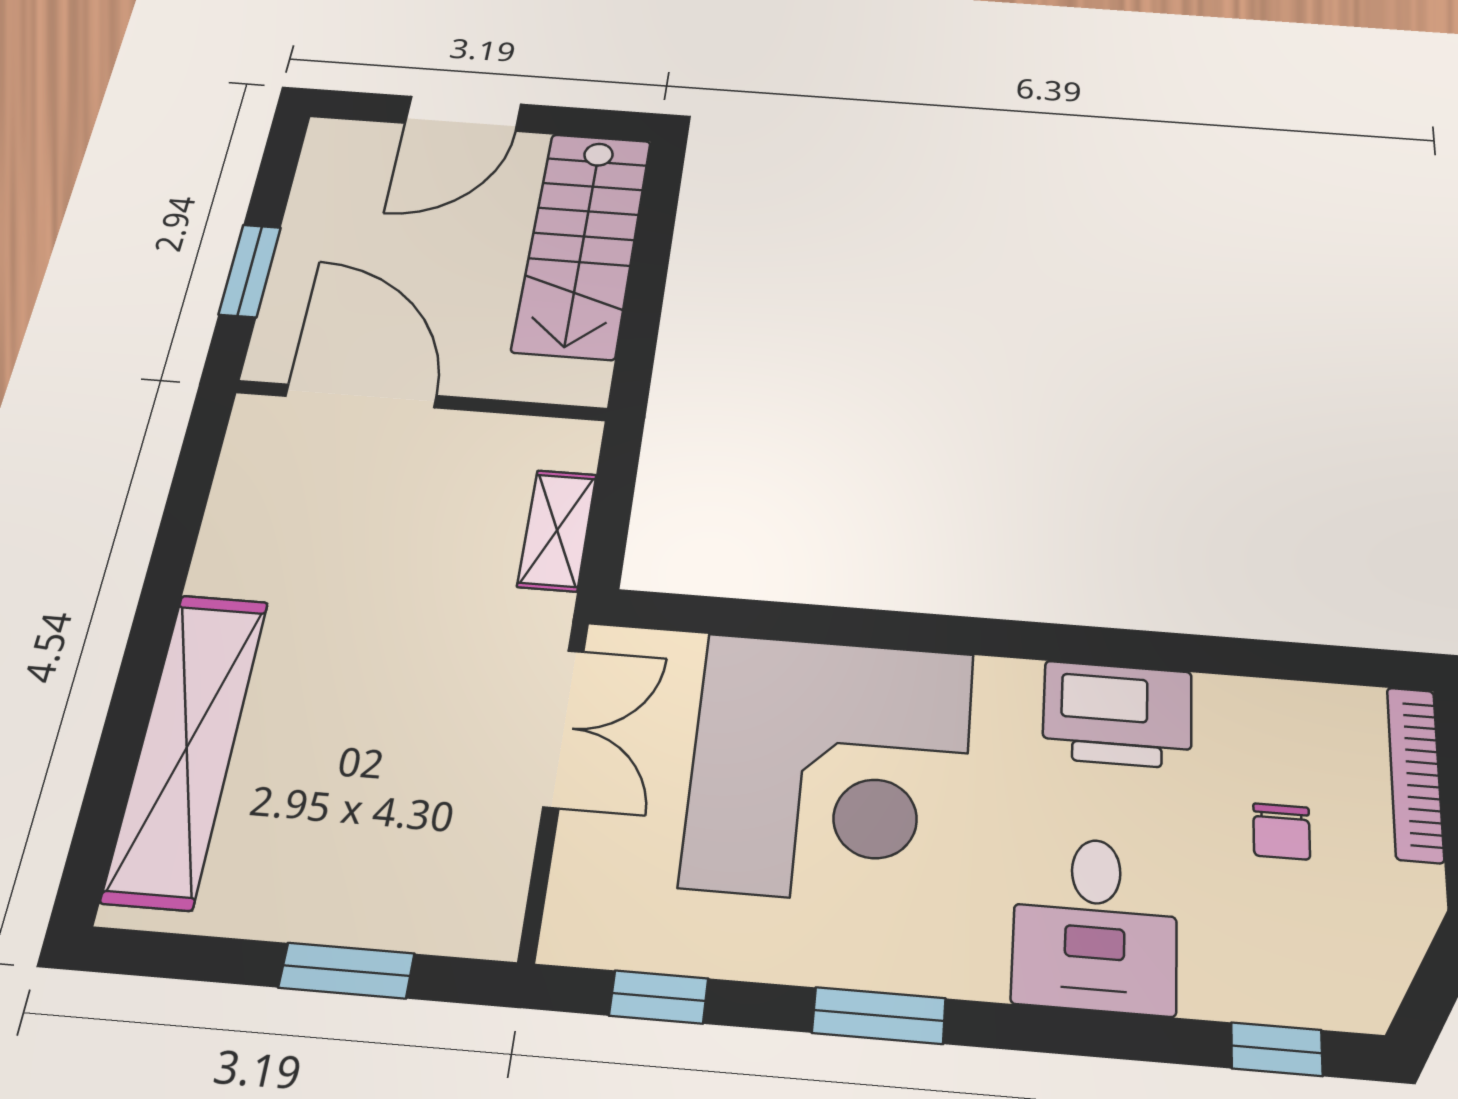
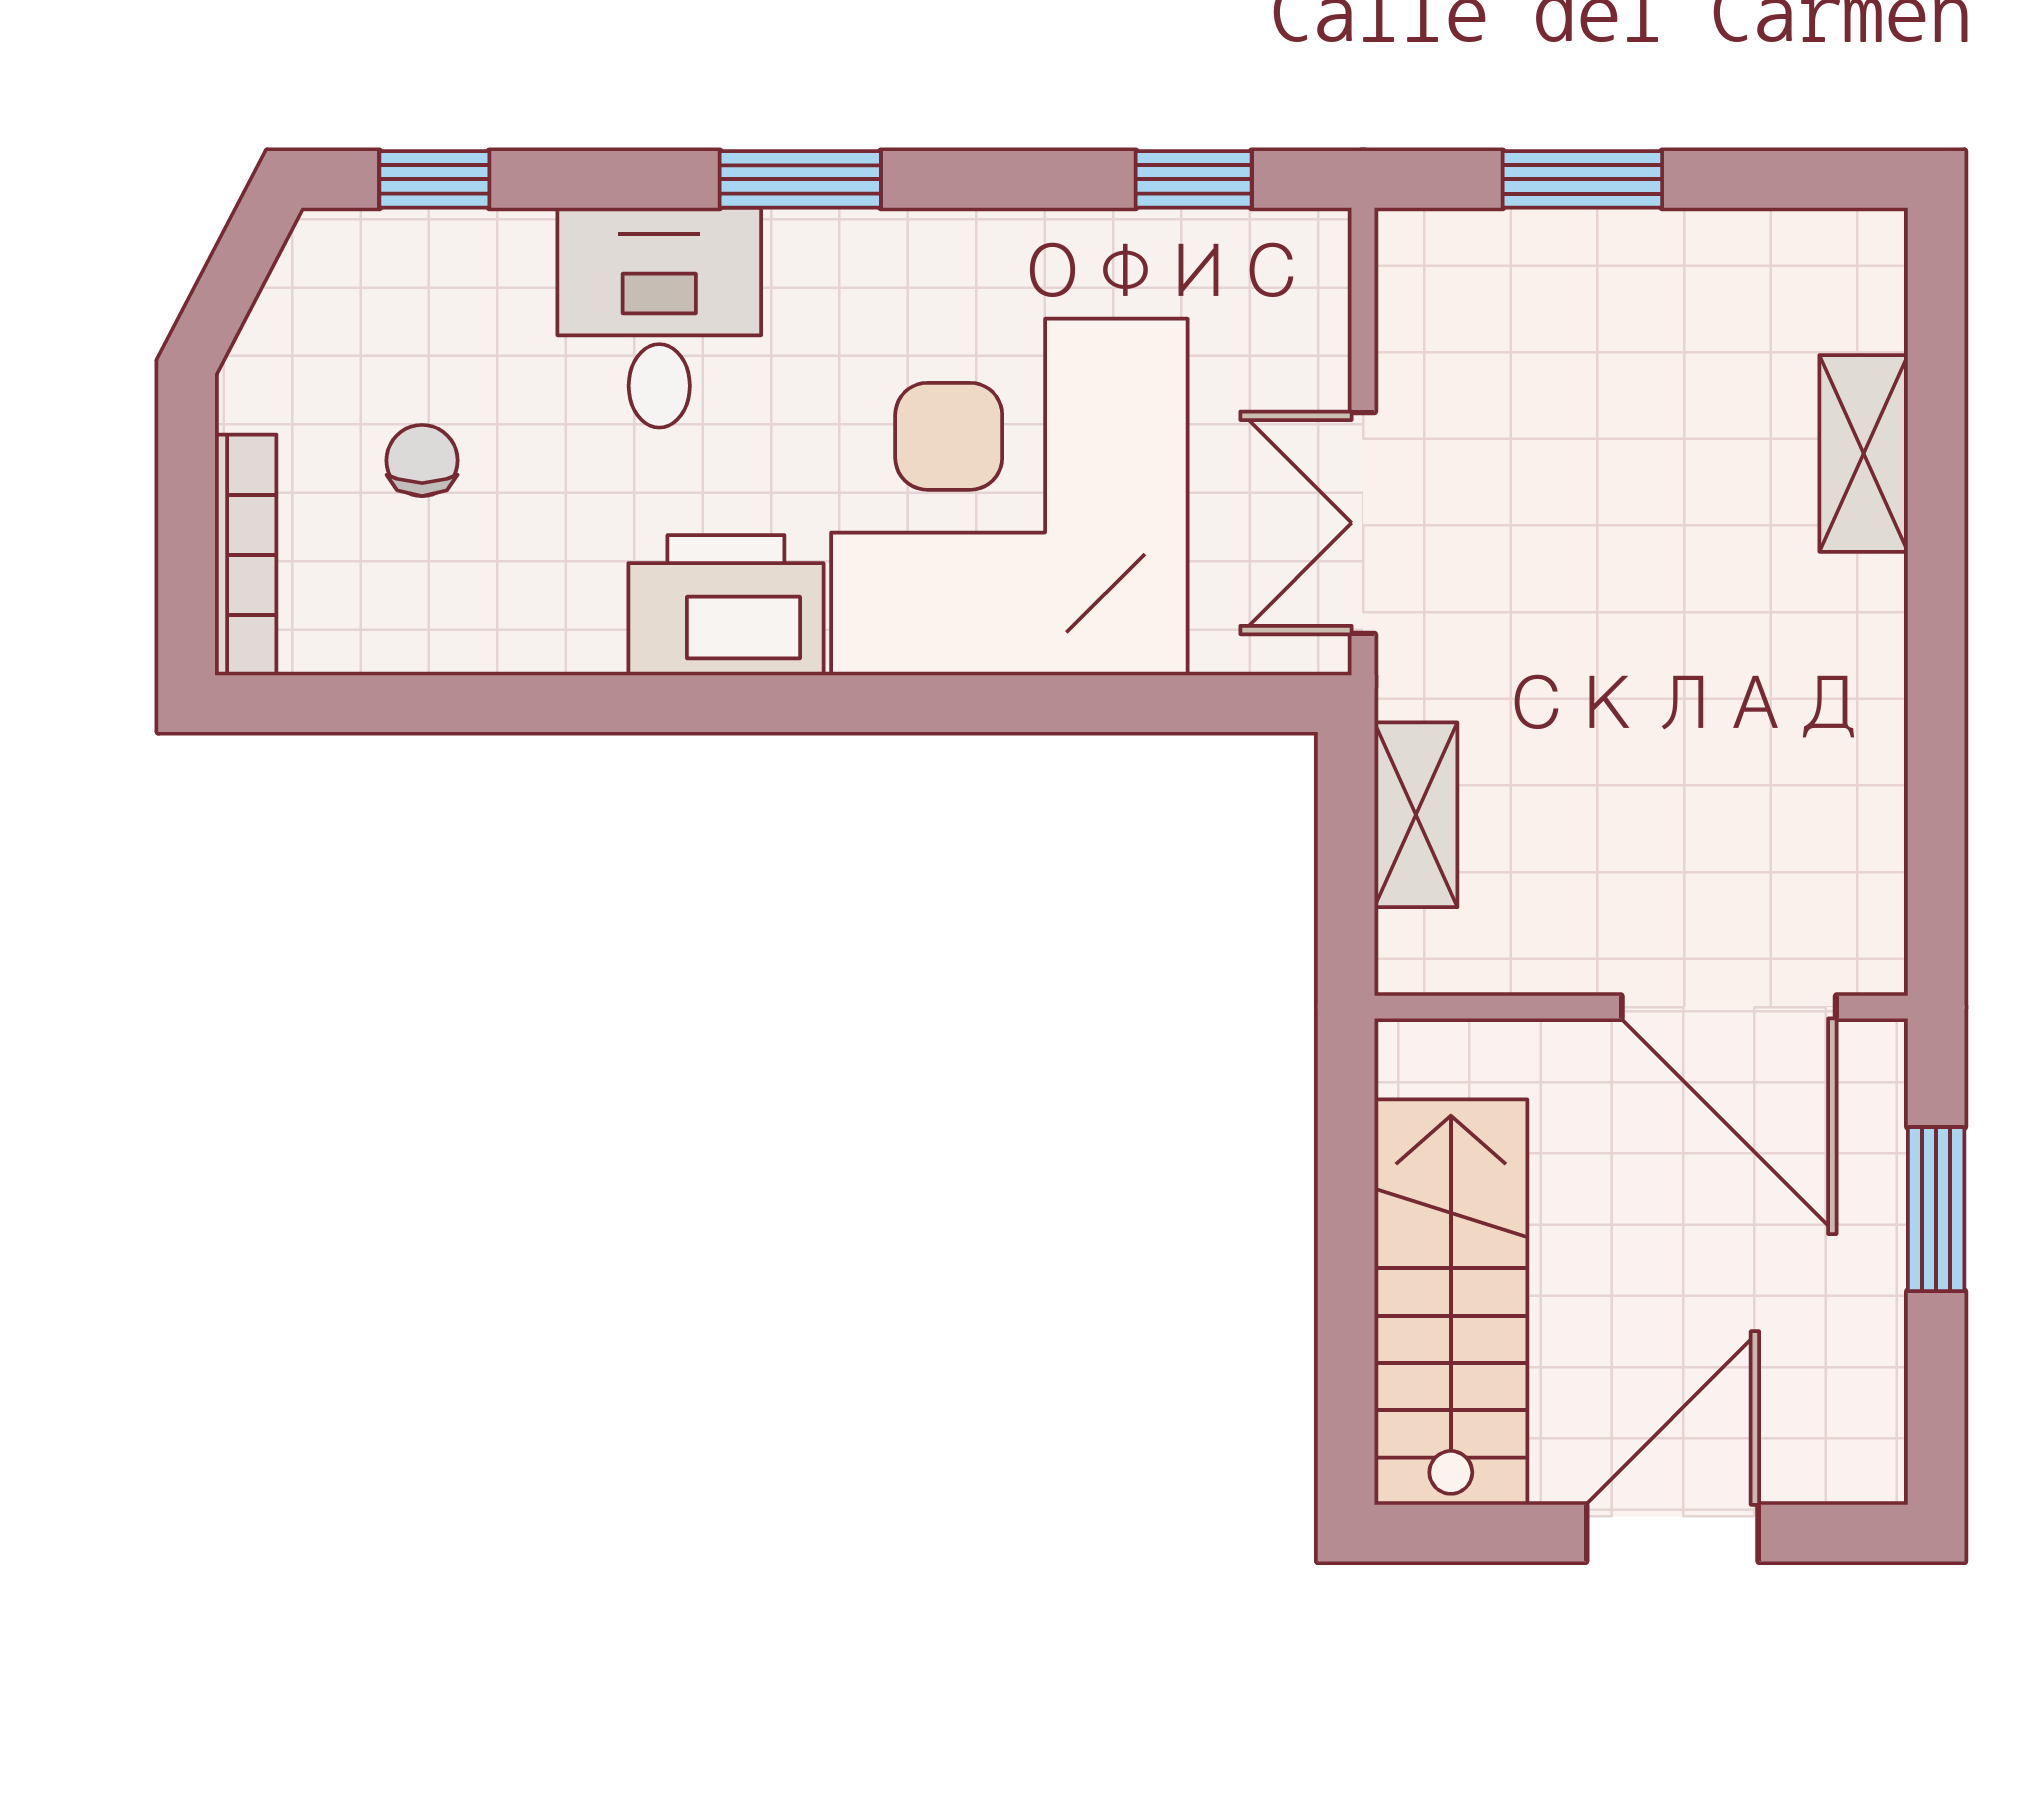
printer: (1117, 715) -> (726, 605), moved
shelving: (187, 747) -> (1864, 453), width x0.45, depth x0.75
window: (879, 1016) -> (800, 179), moved

